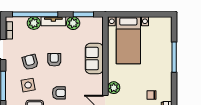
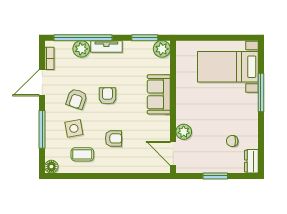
plant: (73, 23) -> (162, 49), moved
bed with nightstands: (128, 40) -> (228, 67), moved, turned 90
armchair: (30, 62) -> (77, 99), turned -146

